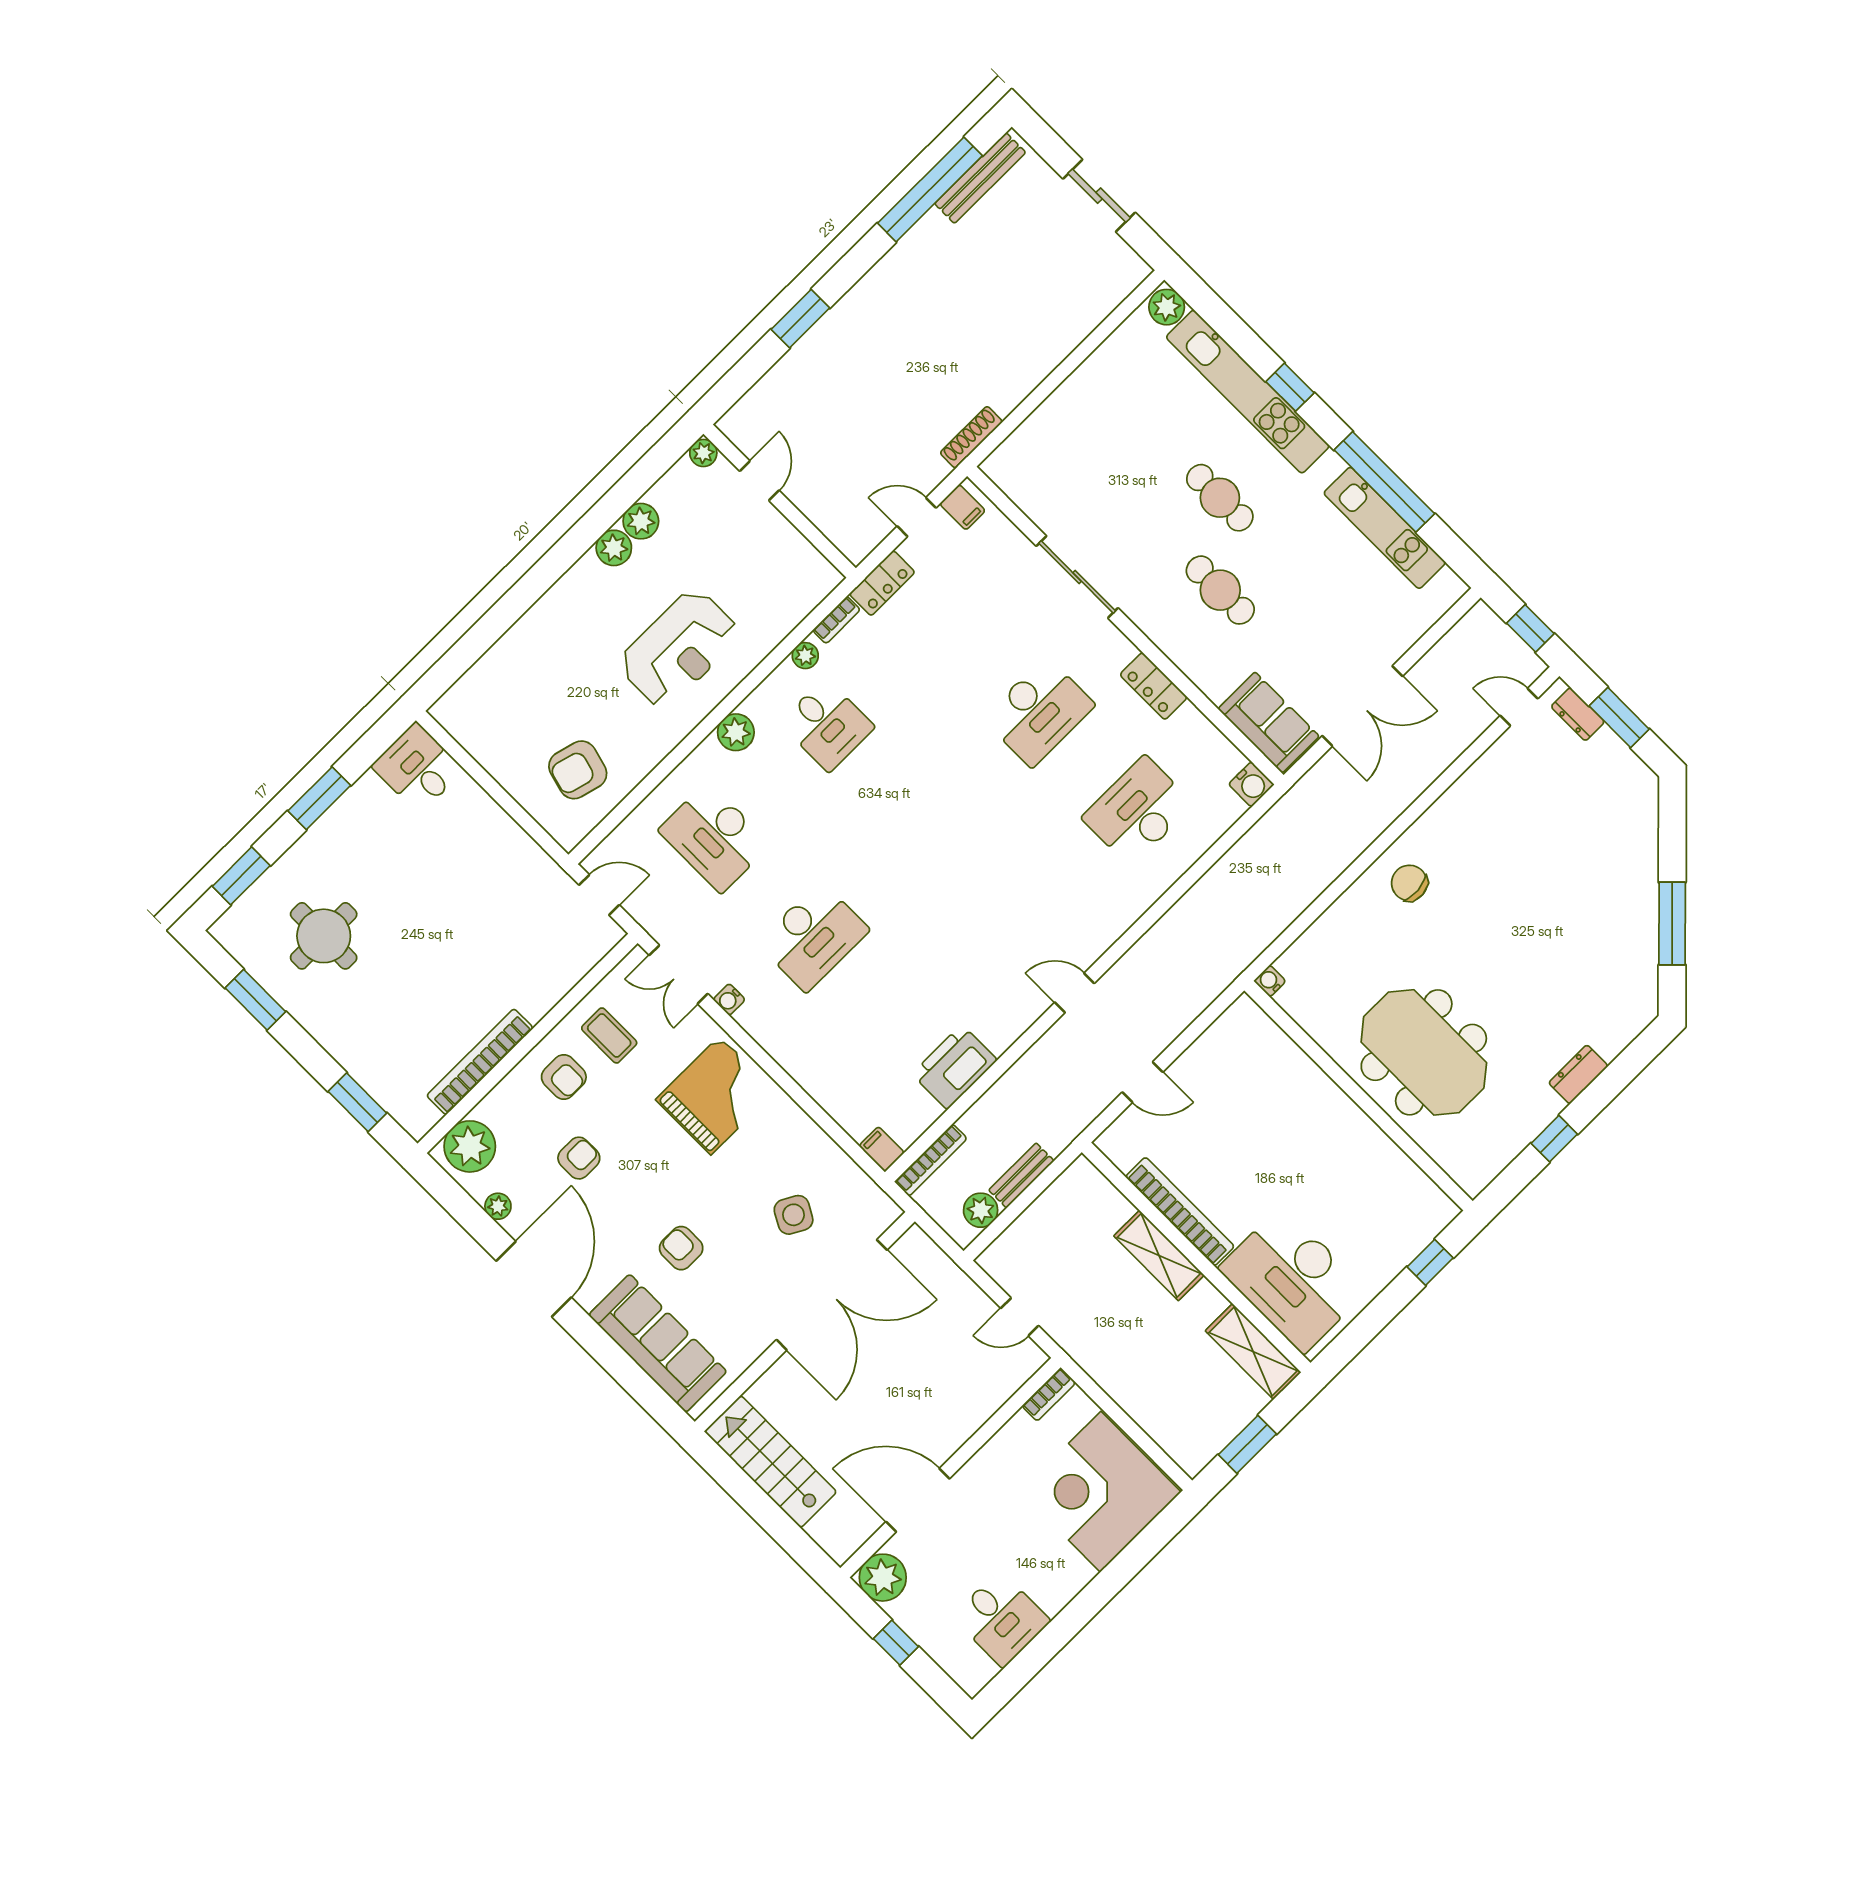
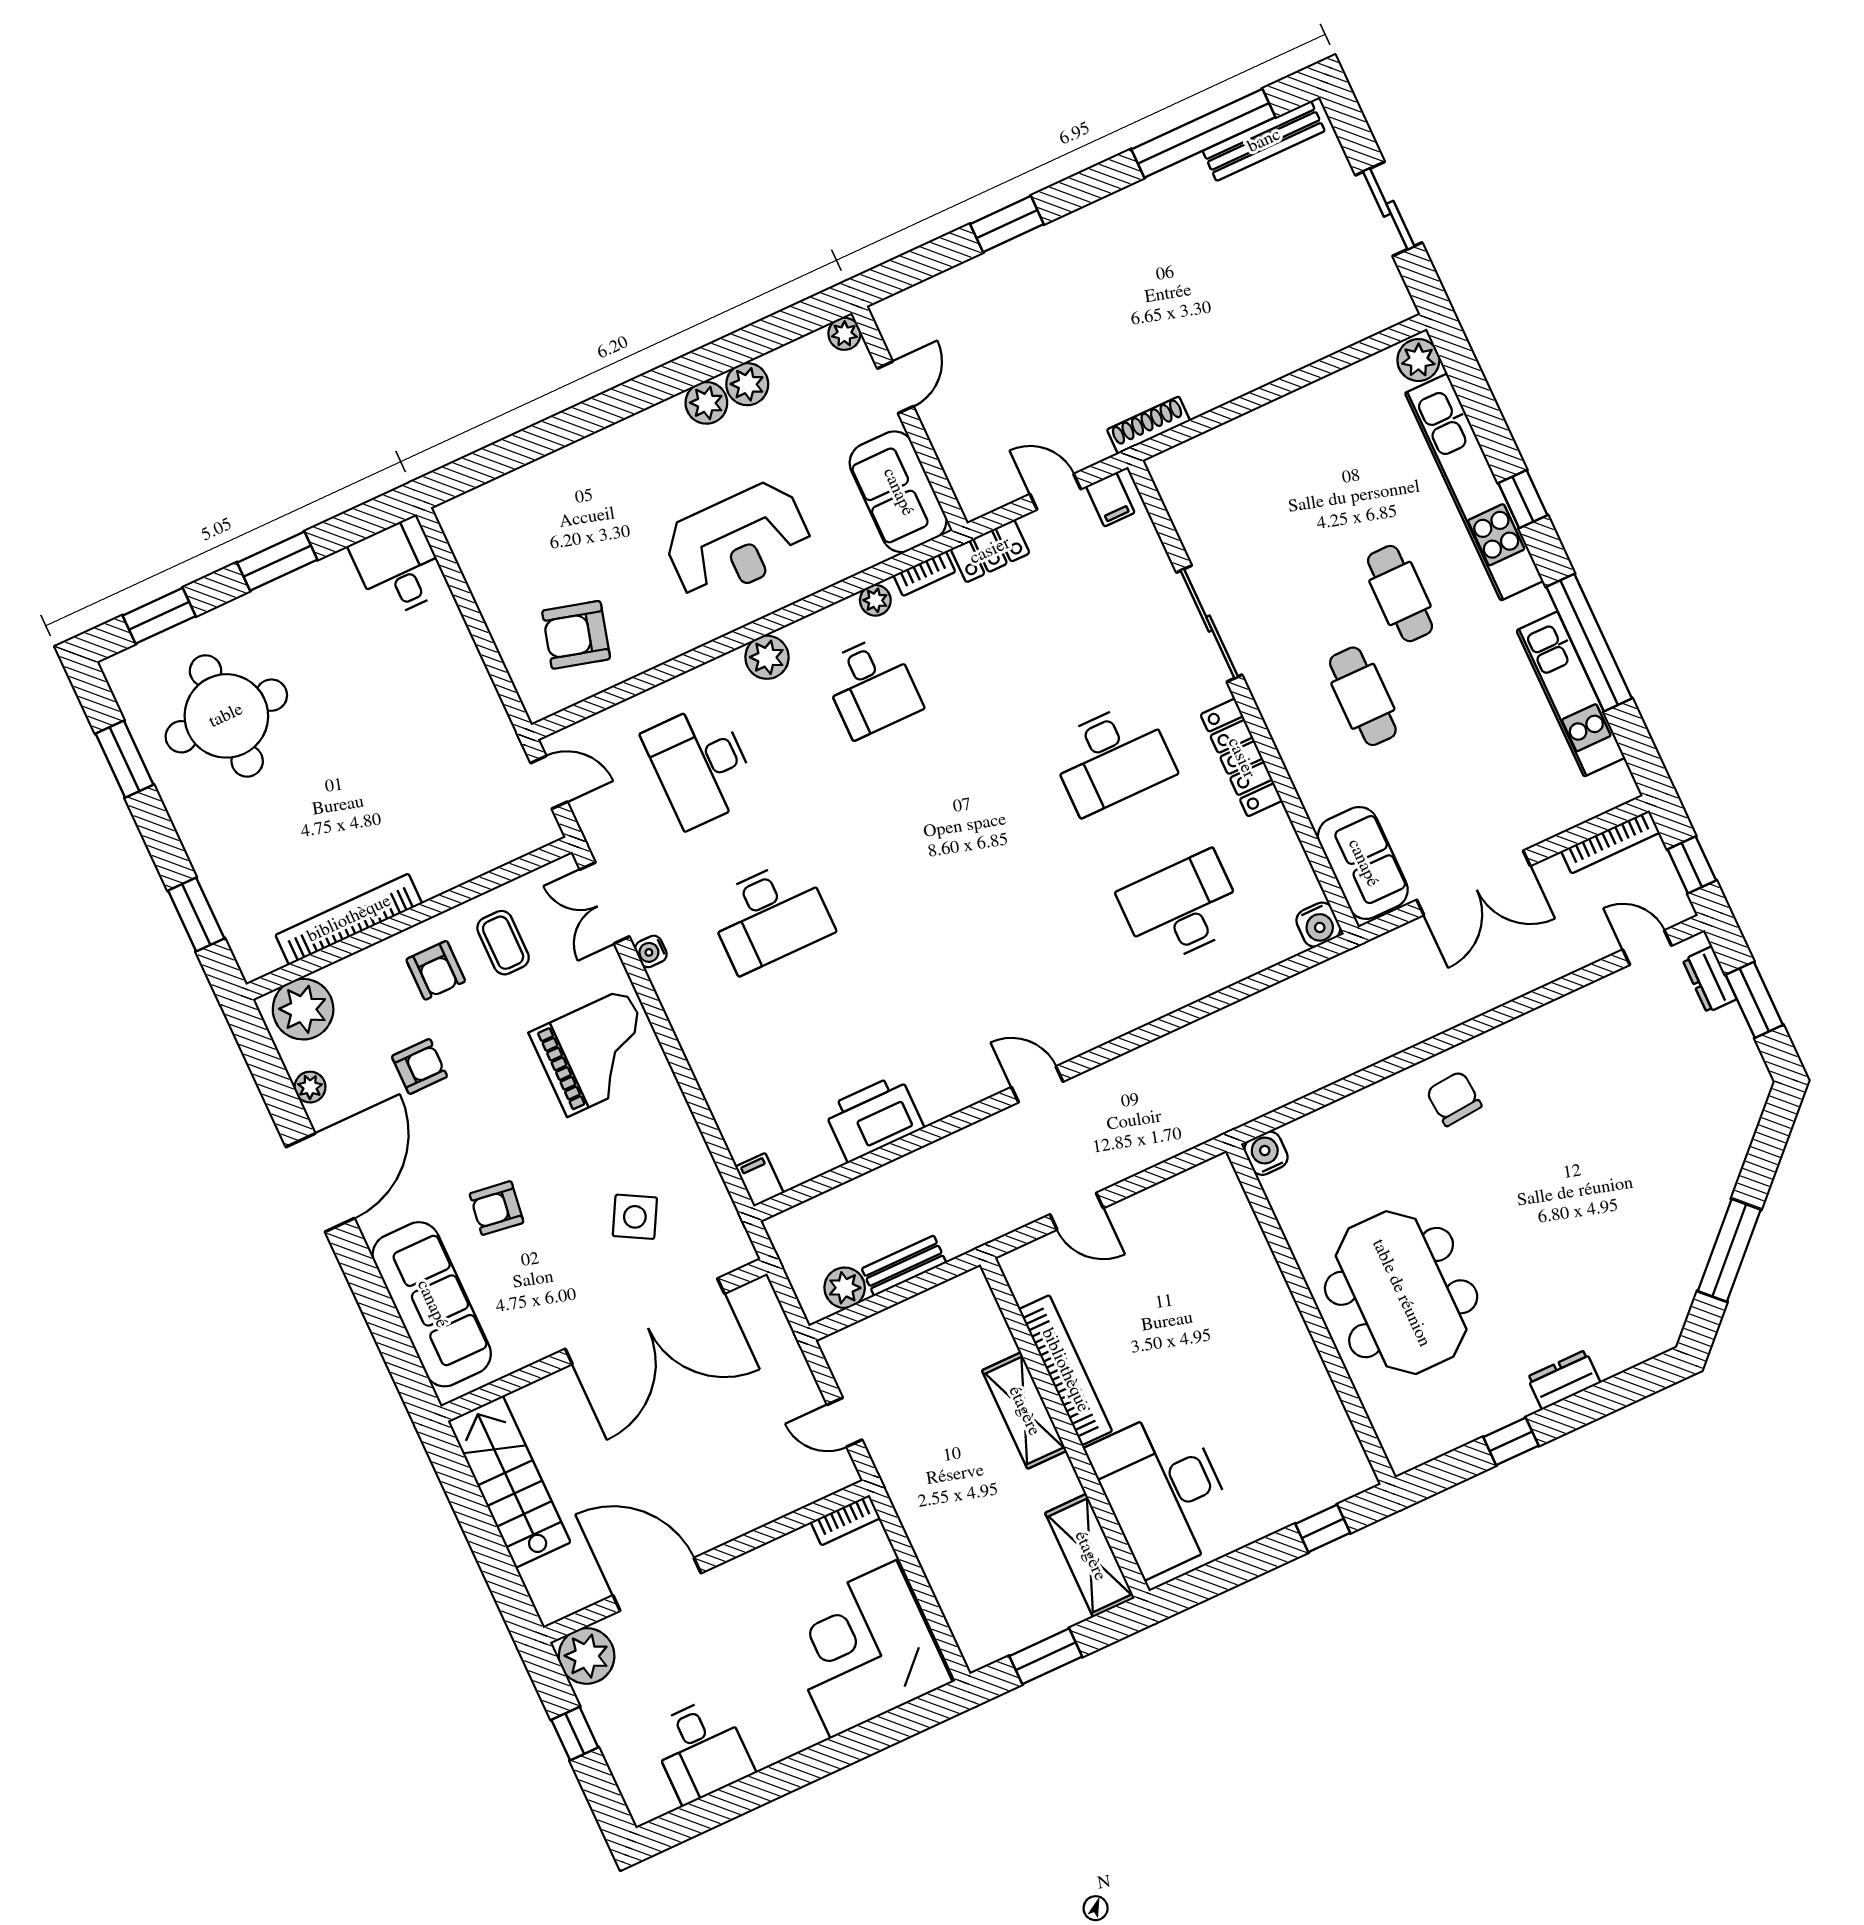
sofa: (792, 563) -> (898, 492), added
locker: (1154, 686) -> (1241, 758), width x1.53
round table: (324, 936) -> (226, 716), width x1.36, depth x1.36
water cooler: (1270, 981) -> (1266, 1153), width x1.38, depth x1.38
bookcase: (931, 1160) -> (1610, 842), moved
armchair: (681, 1248) -> (497, 1208), turned -82

